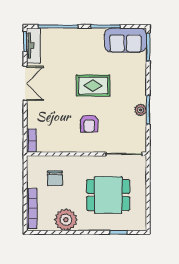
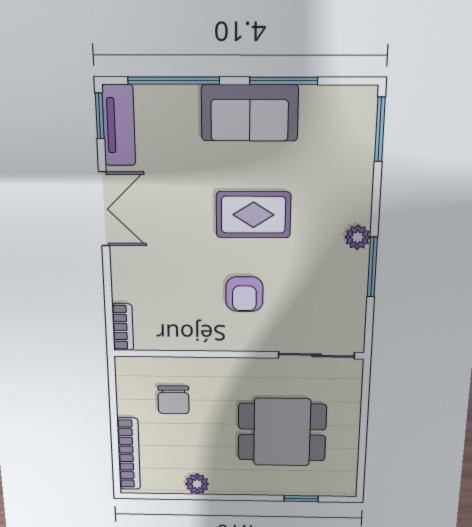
sofa: (125, 40) -> (250, 113), moved
plant: (141, 110) -> (358, 237), moved
plant: (66, 220) -> (197, 484), width x0.53, depth x0.53

